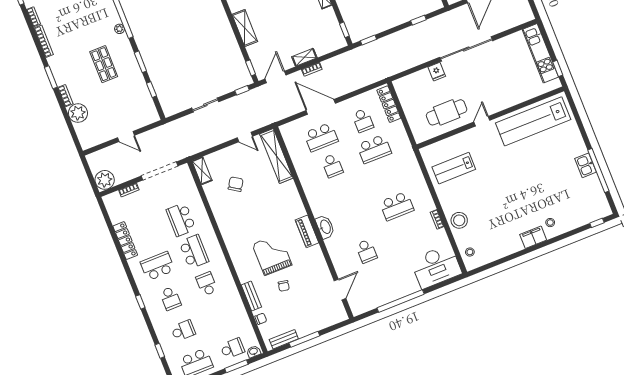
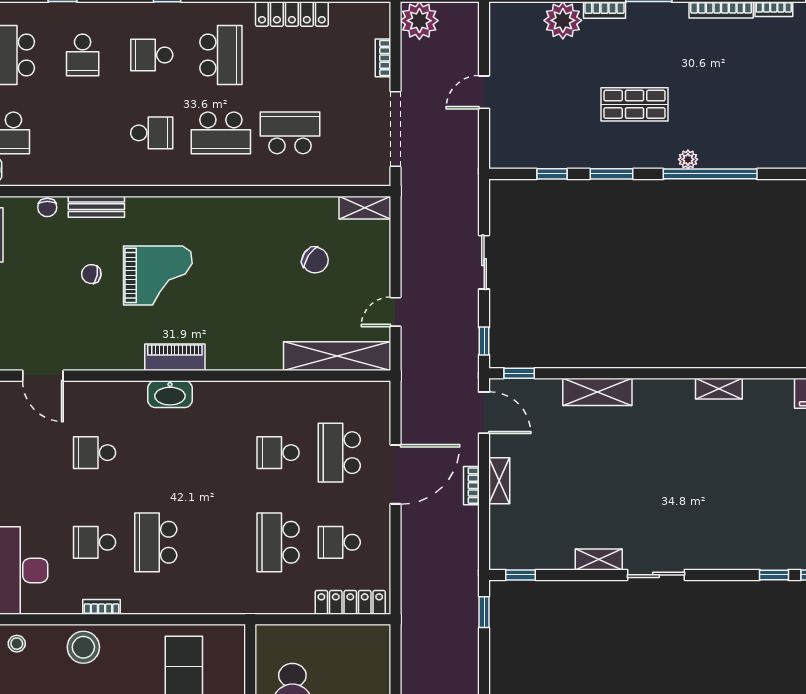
school desk: (408, 235) -> (95, 542), added

